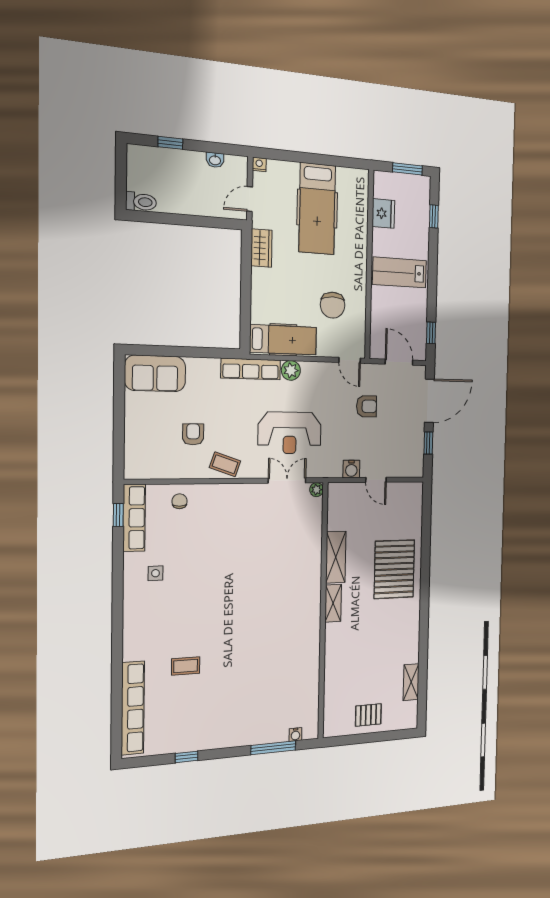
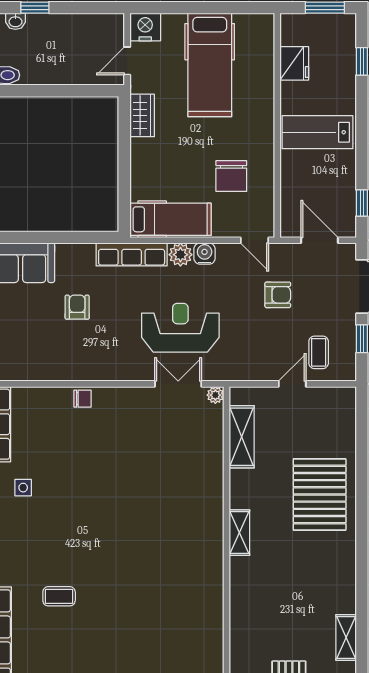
washbasin: (215, 160) -> (15, 21), moved
nightstand: (259, 164) -> (145, 27), width x1.89, depth x1.79
reception desk: (290, 433) -> (180, 328), turned 180
armchair: (193, 434) -> (77, 307), moved
coffee table: (225, 464) -> (319, 352), moved, turned 71
water cooler: (351, 469) -> (205, 254), moved, turned 180
door: (376, 480) -> (292, 384), swing flipped
chair: (180, 501) -> (82, 399), moved, turned 90
shelving: (336, 557) -> (242, 437), moved

